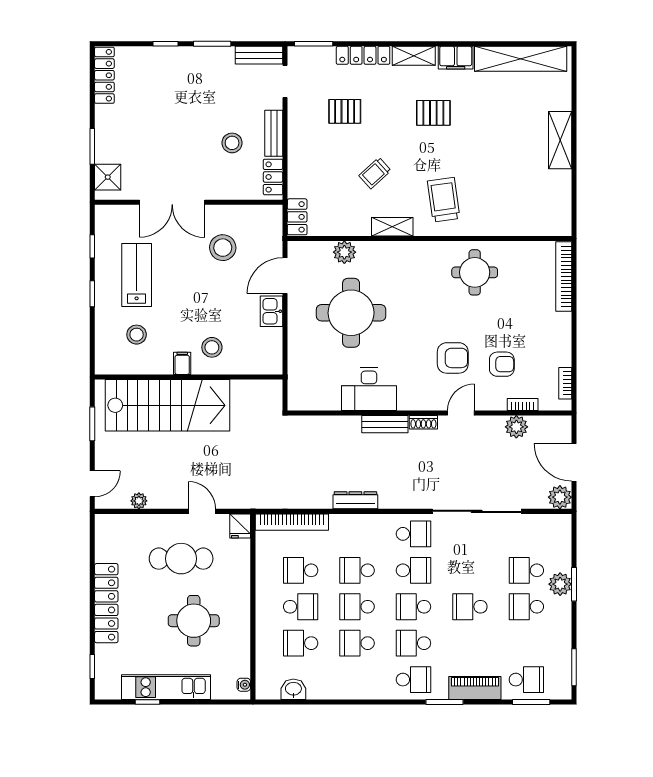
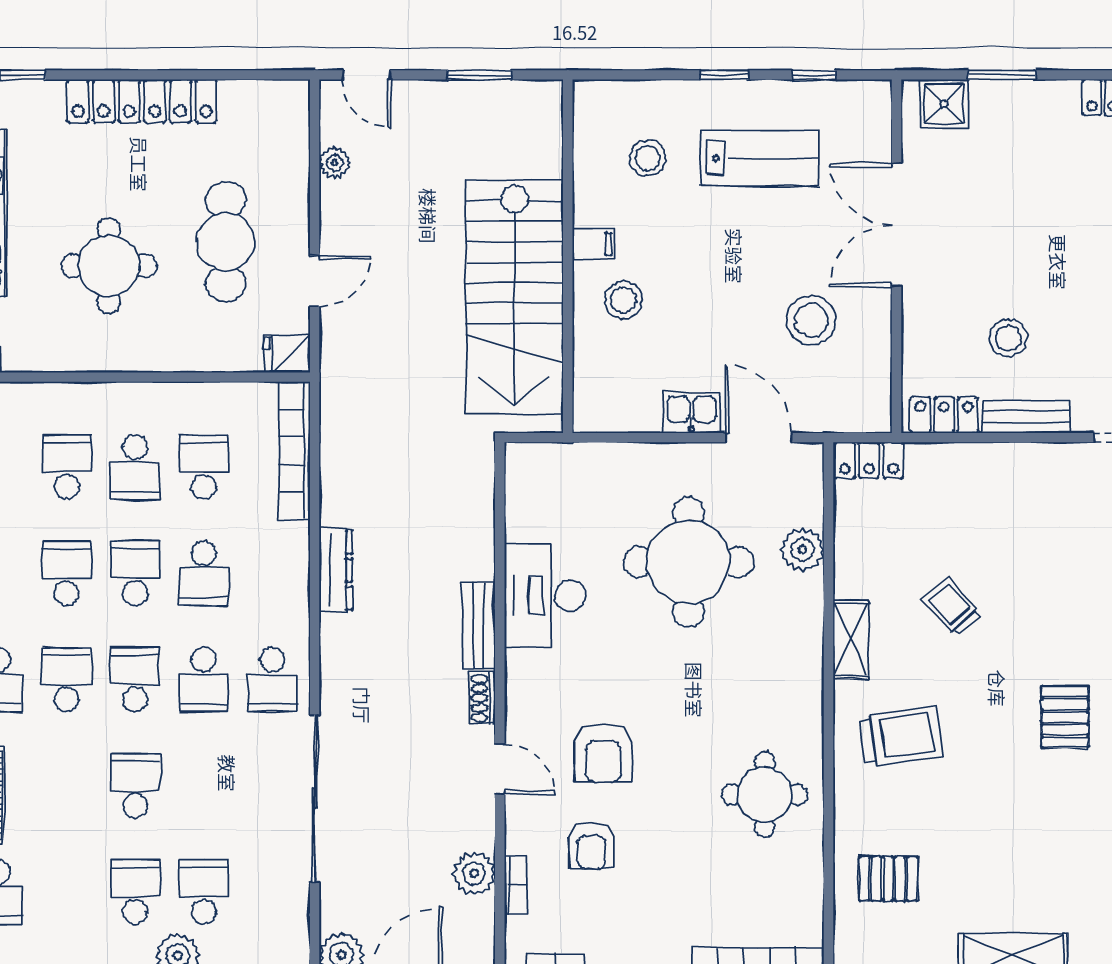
pallet: (345, 111) -> (888, 879), moved, turned 90
stairs: (168, 405) -> (514, 297), moved
school desk: (357, 570) -> (204, 573), turned 180

